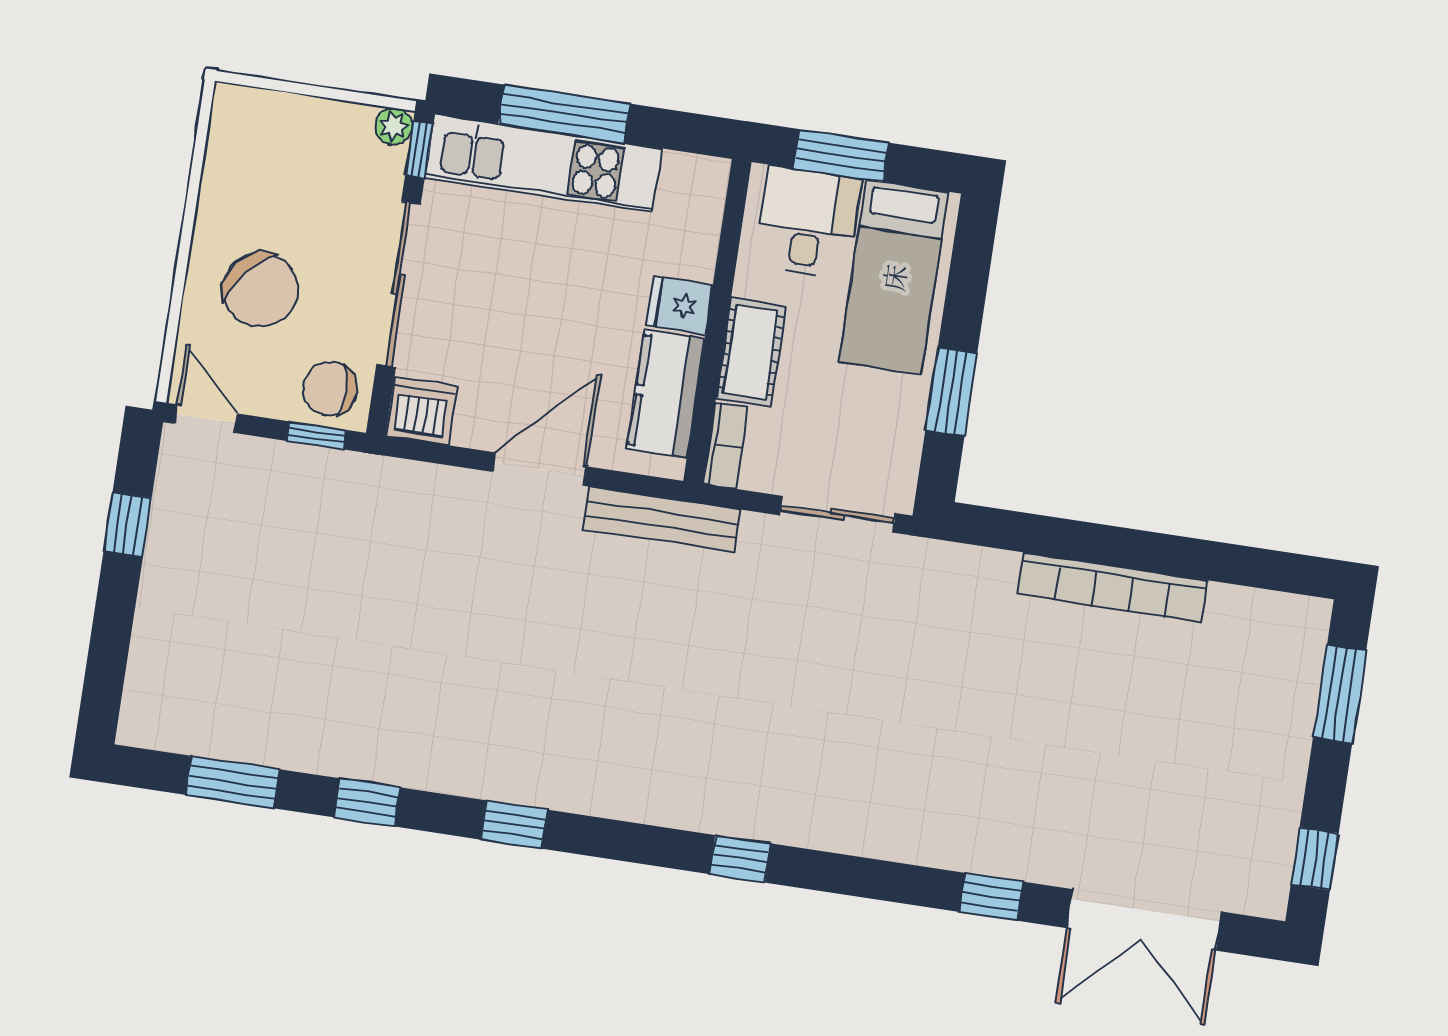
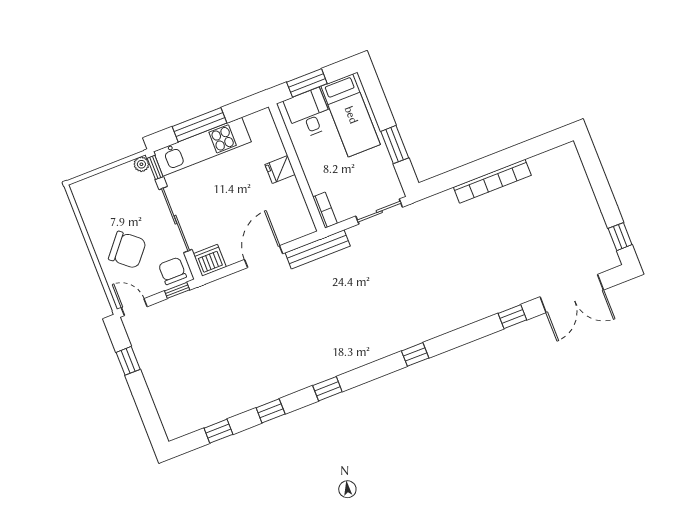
cot: (751, 352) -> (315, 172), removed
chair: (330, 389) -> (172, 271), turned 90
kitchen counter: (666, 394) -> (293, 204), removed
window: (1340, 694) -> (595, 173), removed
window: (233, 782) -> (218, 431), width x0.67

